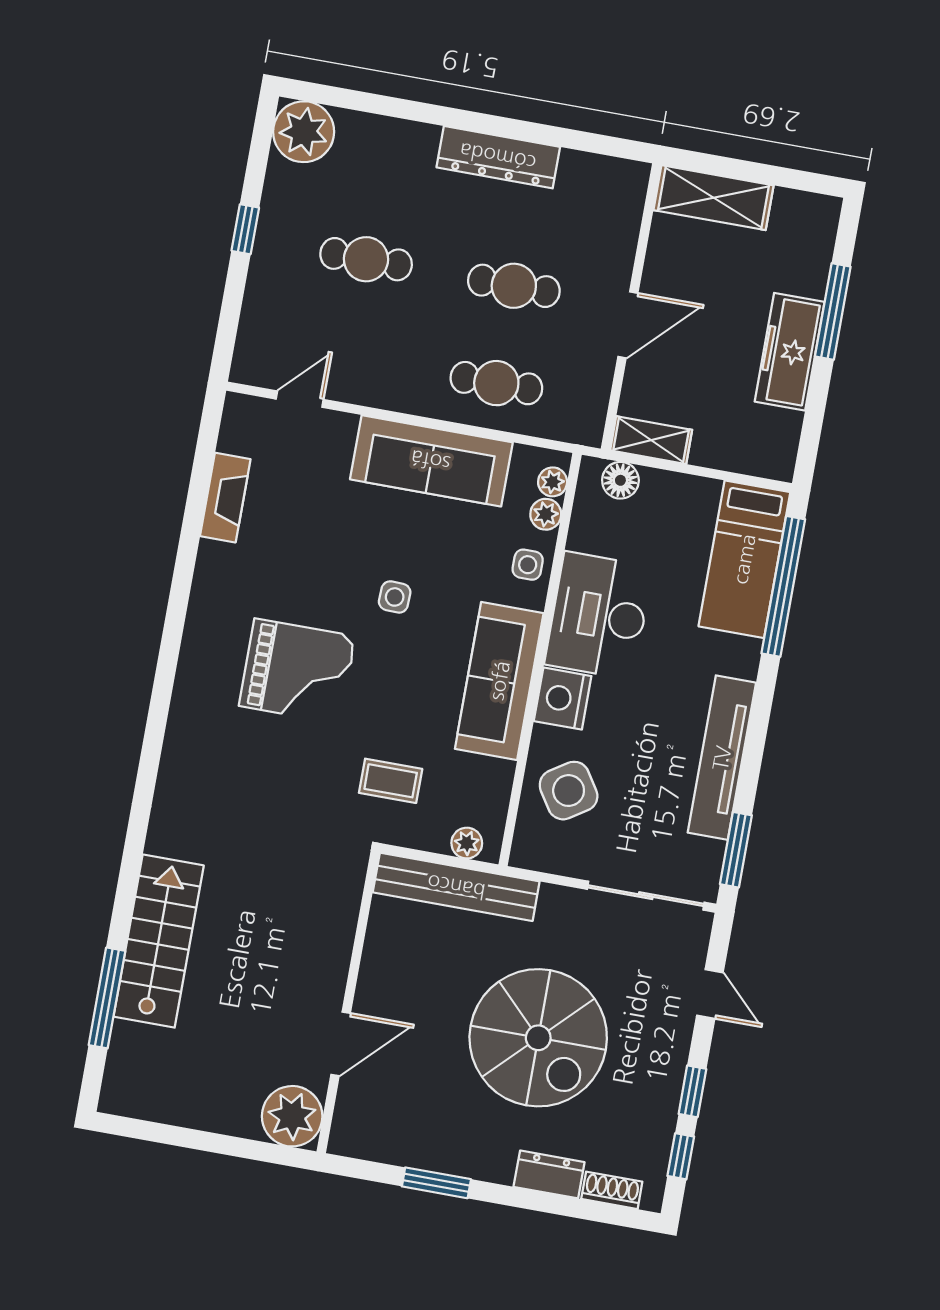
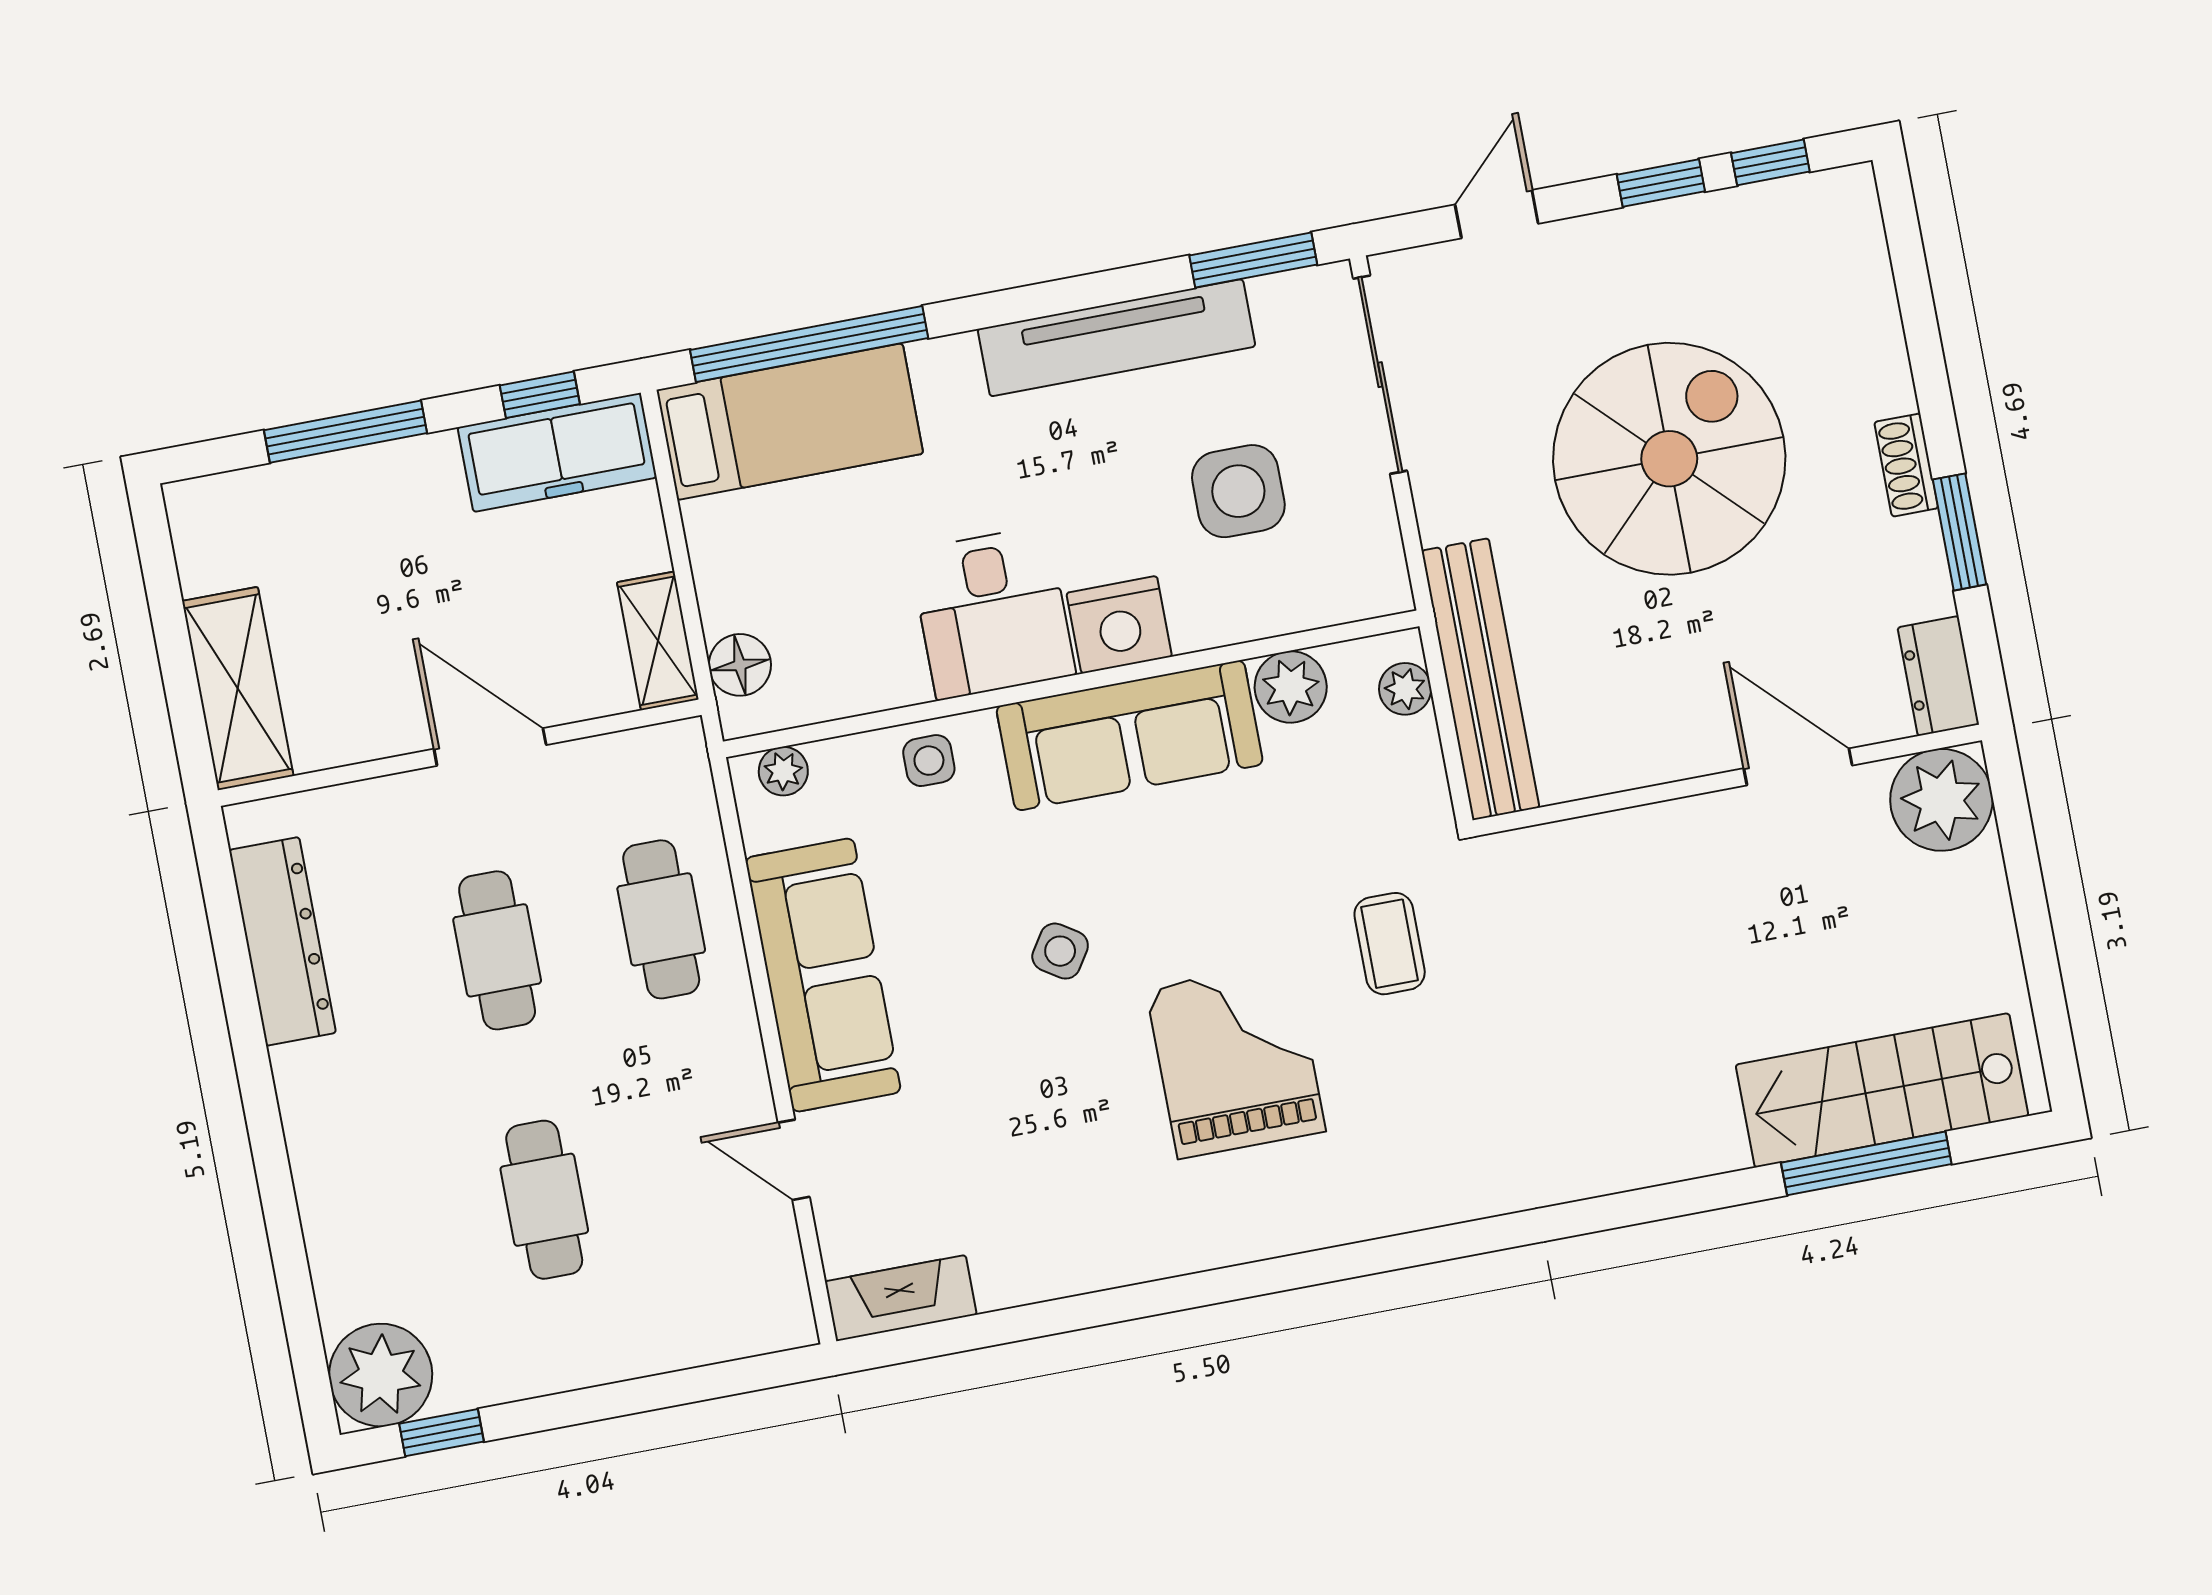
dresser: (498, 157) -> (283, 941), moved
window: (245, 229) -> (441, 1433), moved
freezer: (790, 352) -> (557, 452), moved
door: (300, 399) -> (794, 1160), moved
window: (812, 427) -> (540, 395), added
fireplace: (225, 498) -> (901, 1298), moved
plant: (546, 514) -> (1291, 687), moved, width x1.38, depth x1.38
side table: (395, 597) -> (1060, 951), turned 31
desk: (599, 616) -> (992, 613), width x0.73
coffee table: (391, 781) -> (1390, 944), moved
side table: (569, 791) -> (1238, 491), moved, turned 33
stairs: (159, 941) -> (1882, 1090), moved
dresser: (549, 1174) -> (1938, 676), moved
shoe rack: (612, 1190) -> (1906, 465), moved

